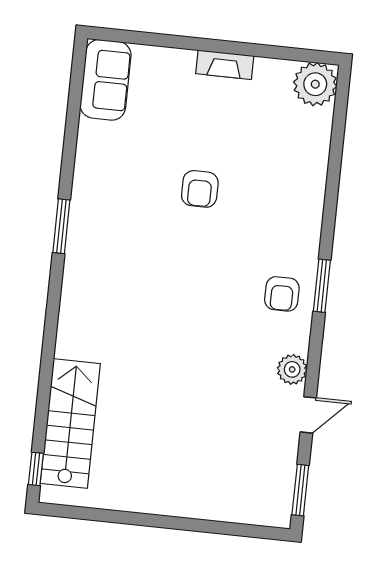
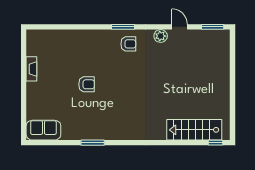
fireplace: (225, 65) -> (31, 69), moved
plant: (315, 84) -> (36, 39), removed
window: (61, 226) -> (93, 143), moved

